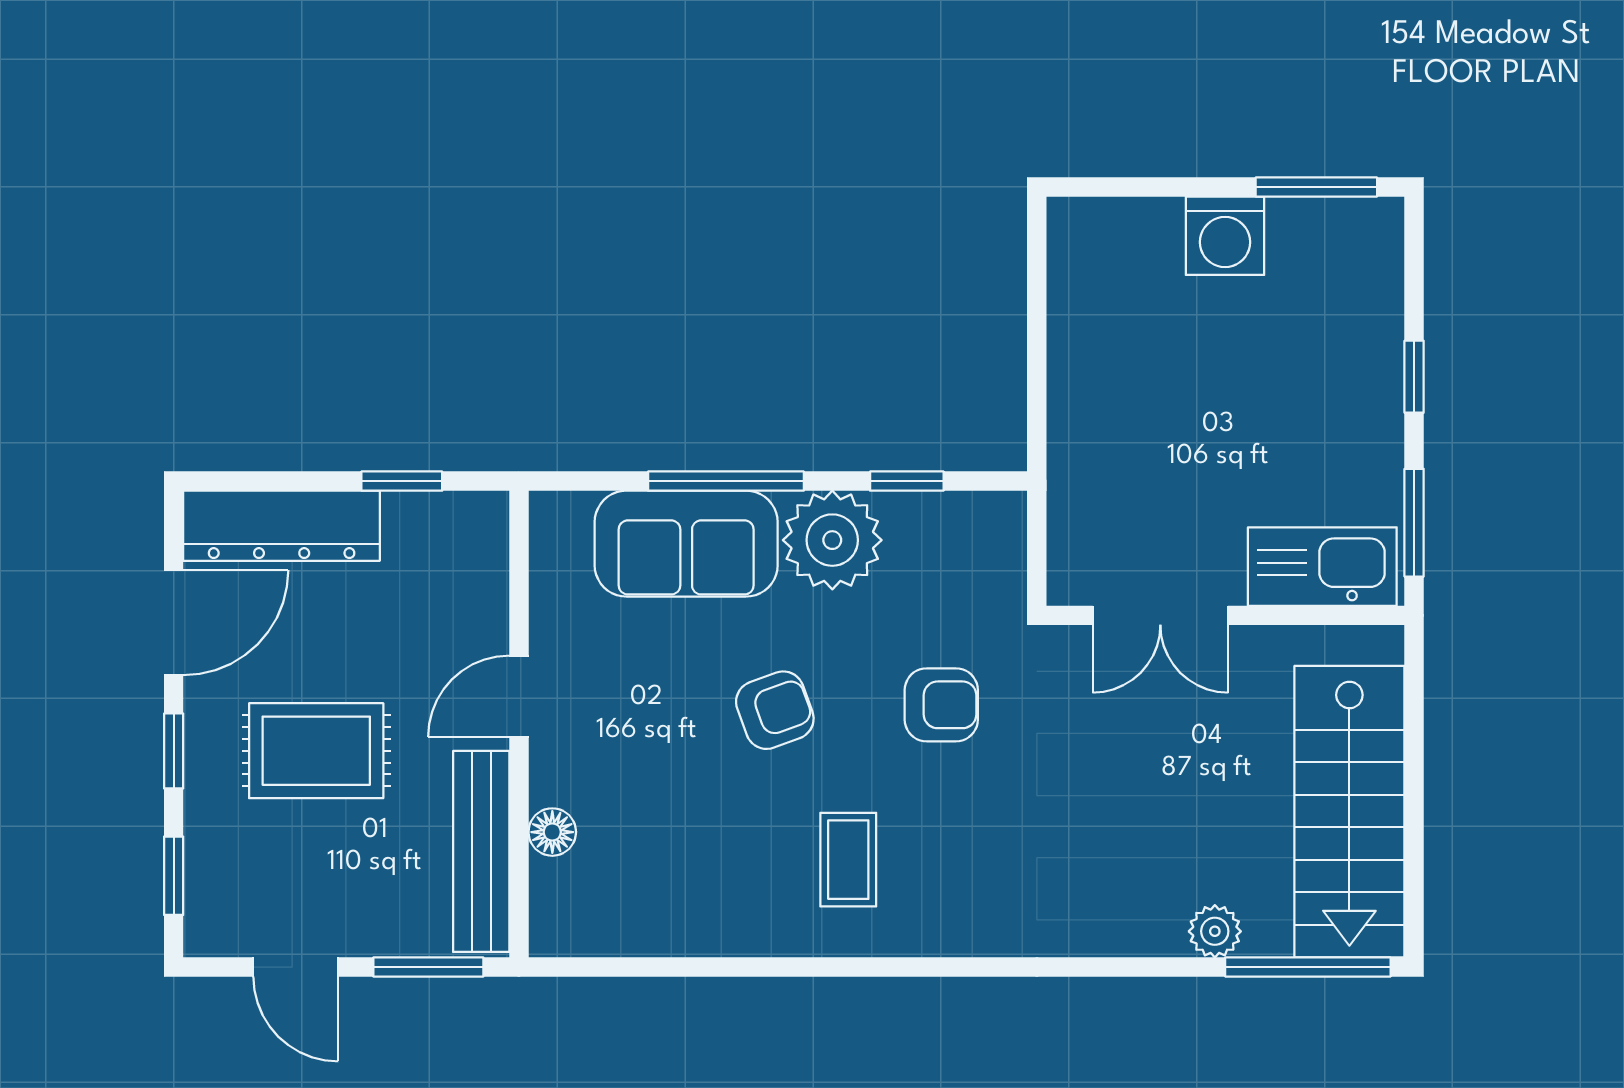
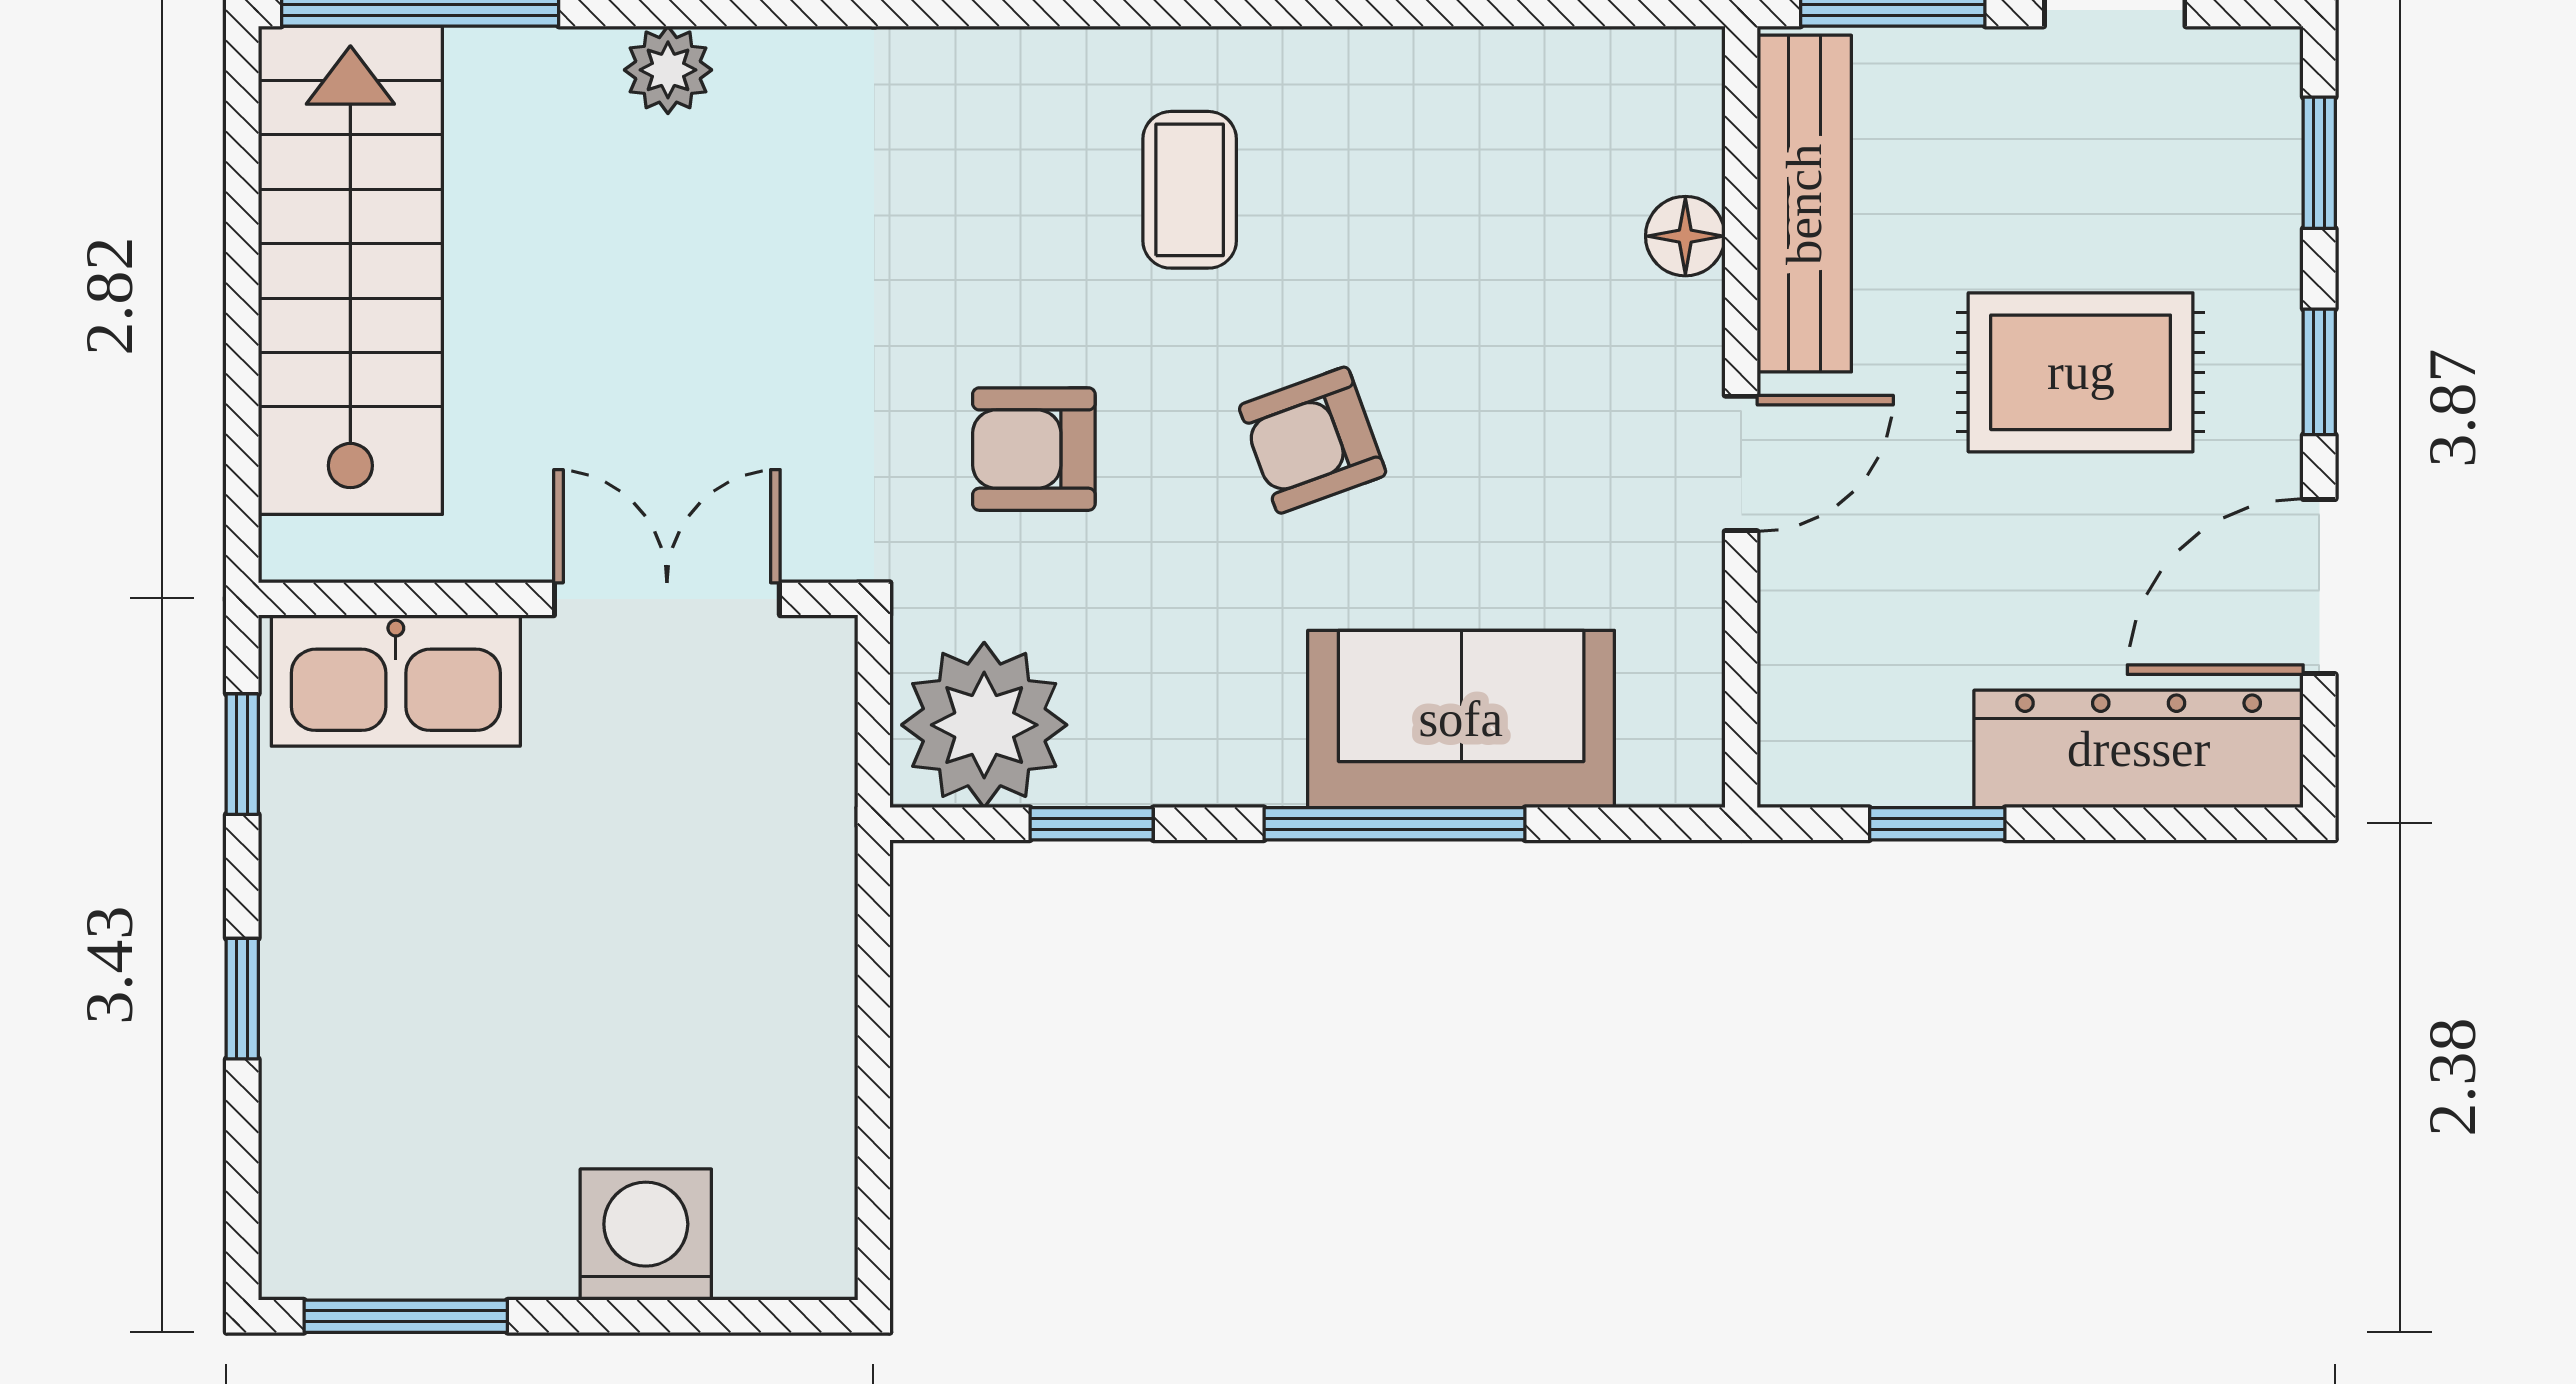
washing machine: (1225, 236) -> (646, 1235), moved
window: (1414, 523) -> (242, 754), width x0.67
plant: (832, 540) -> (984, 725), moved
plant: (1215, 931) -> (668, 70), moved

